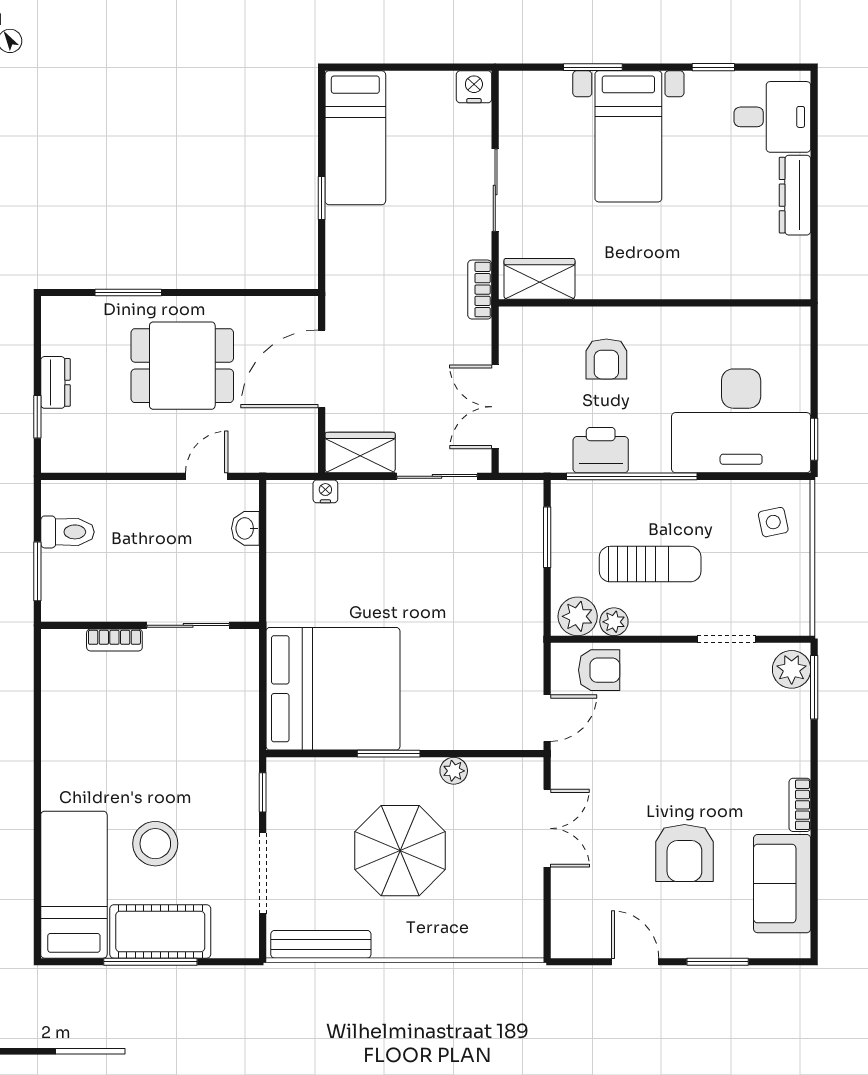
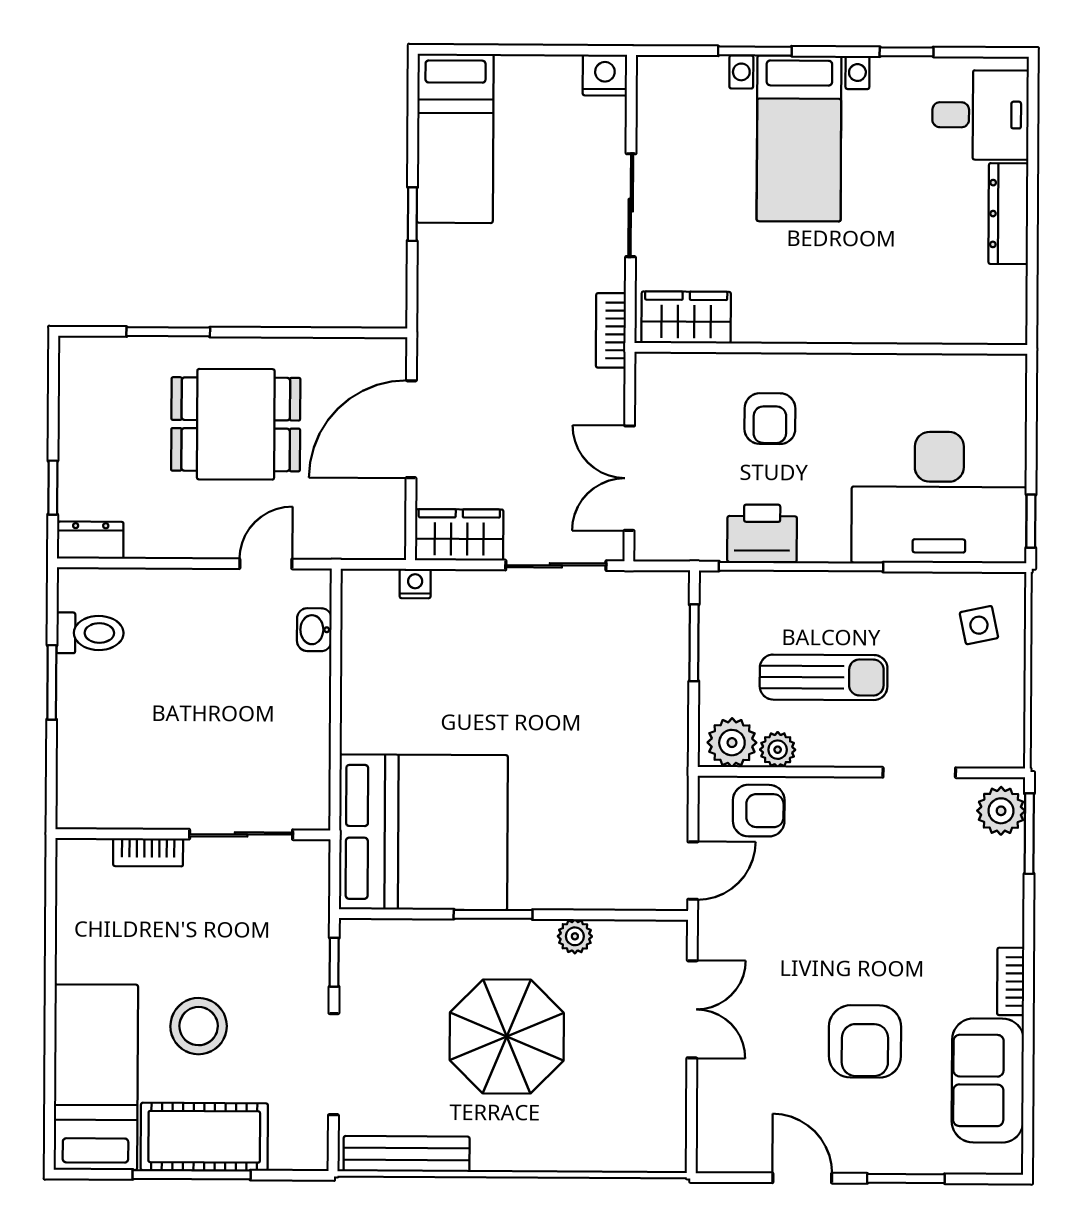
dresser: (55, 382) -> (91, 540), moved, turned -90
wall: (150, 625) -> (193, 834), moved
sliding door: (188, 625) -> (241, 834), moved
bookcase: (114, 640) -> (148, 852), moved

